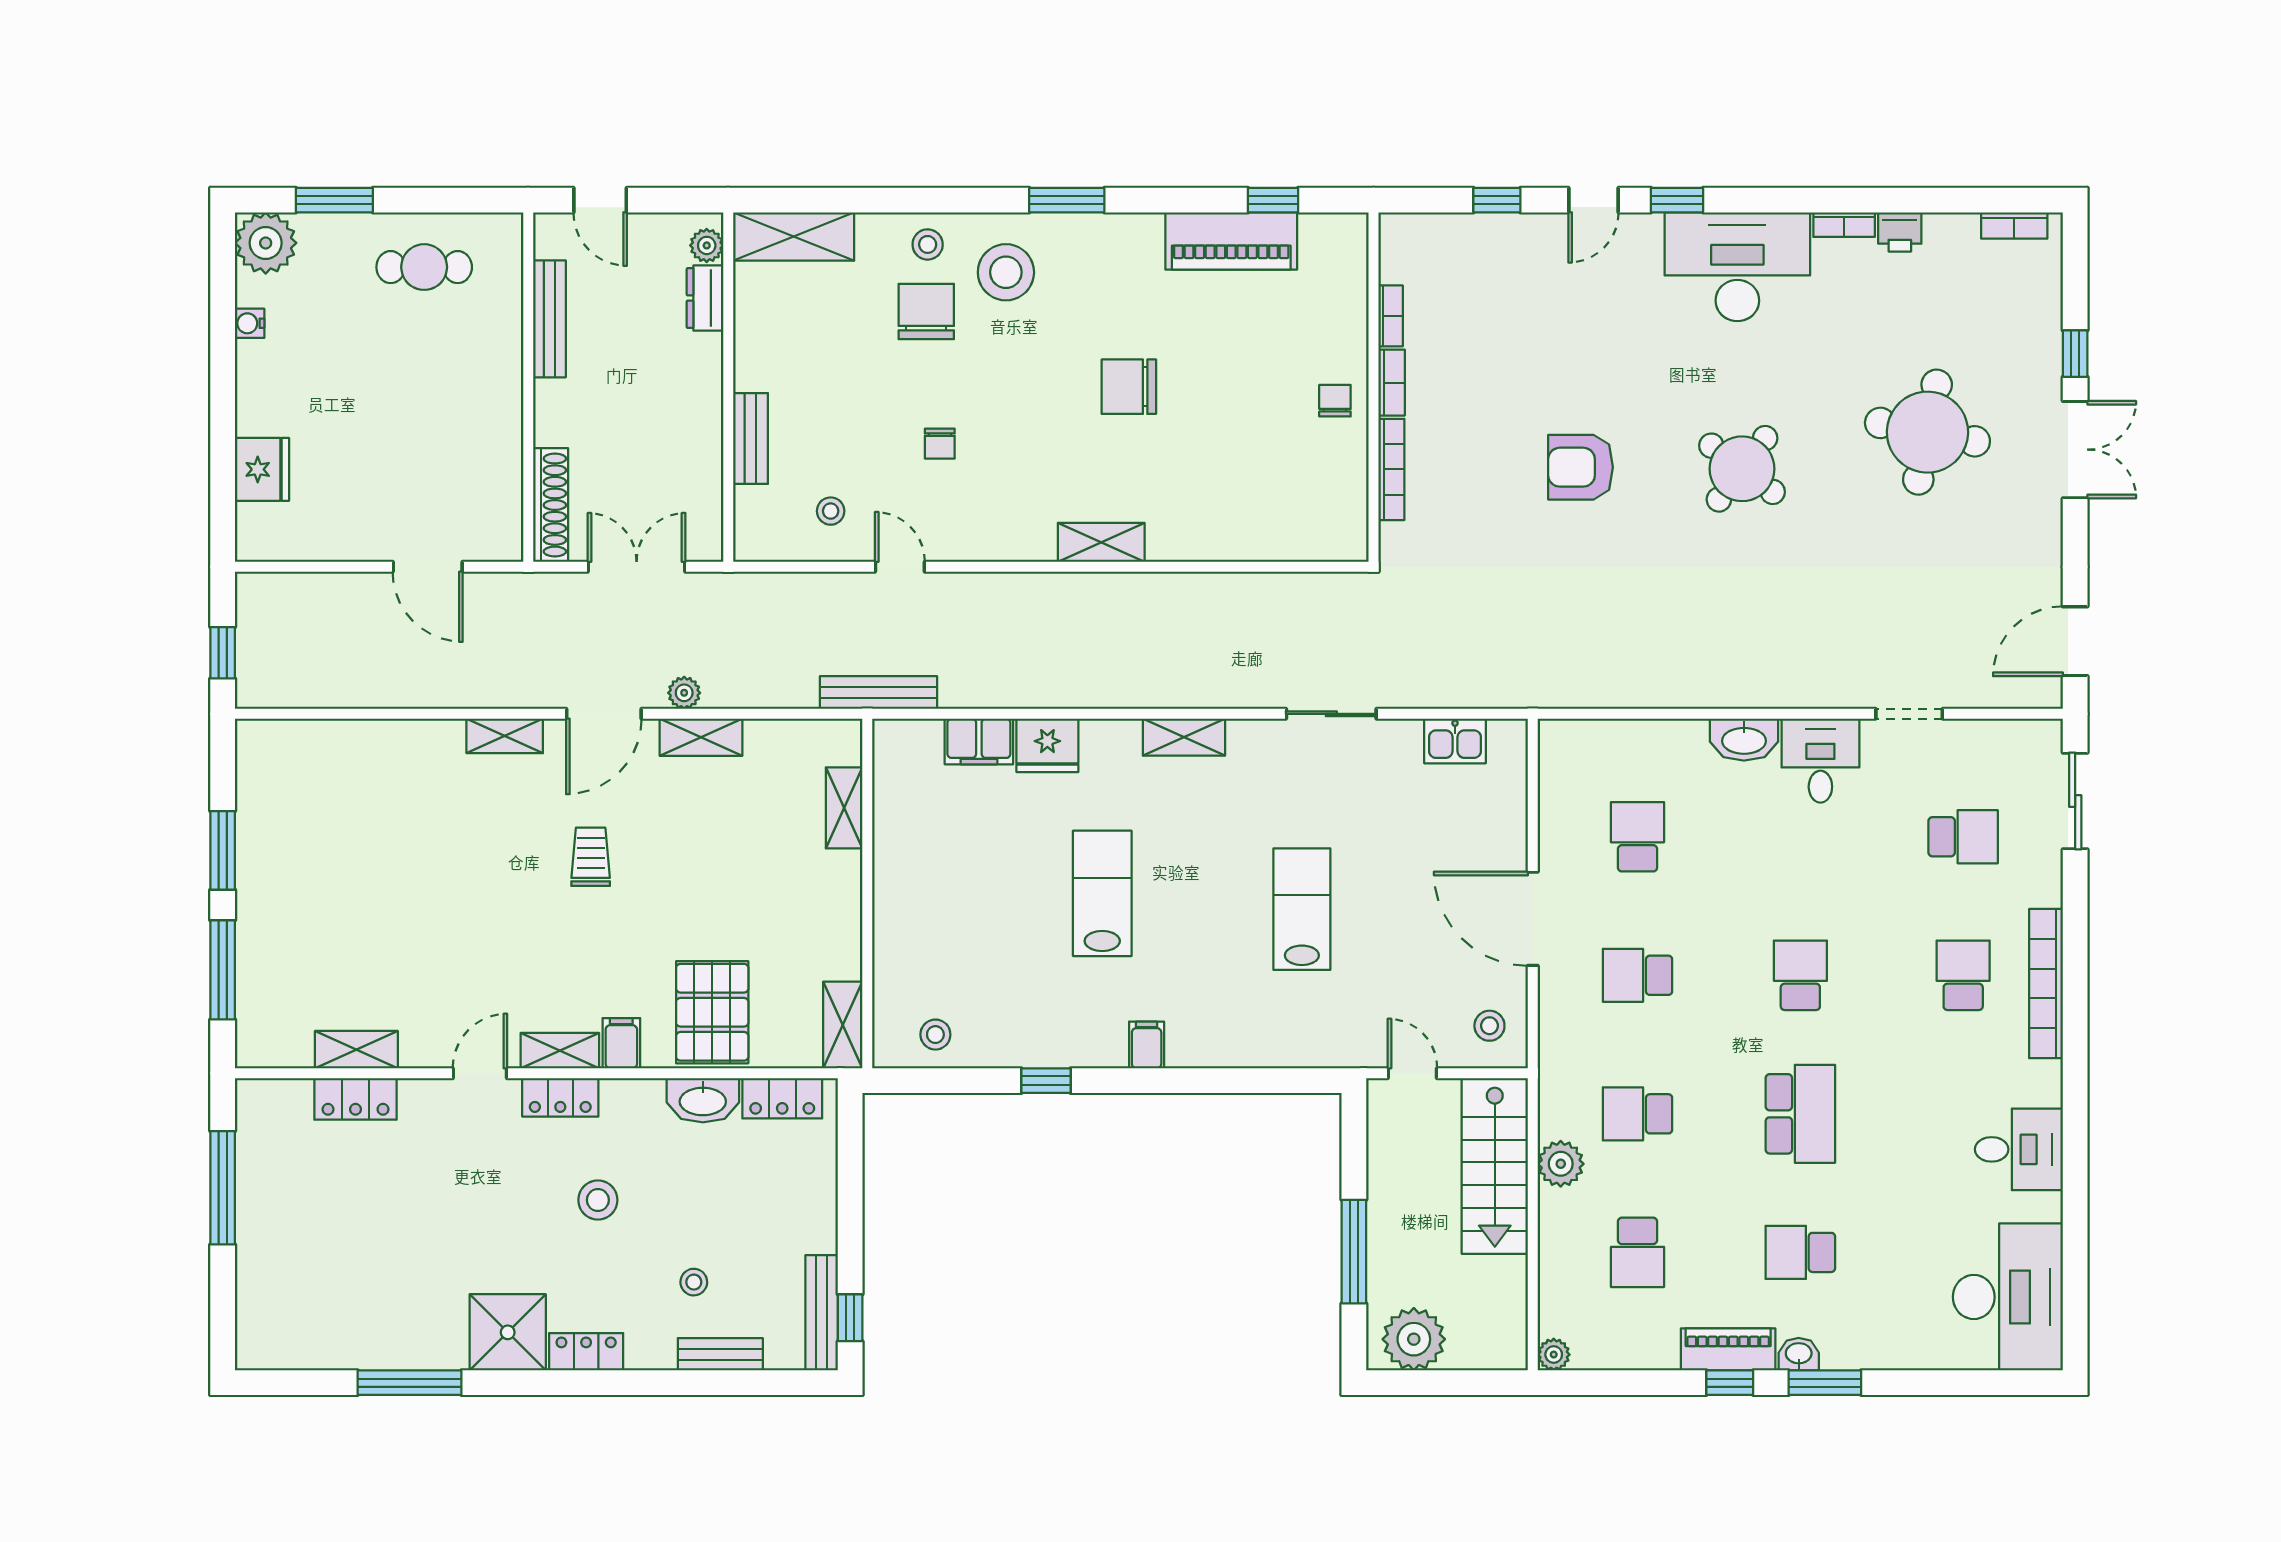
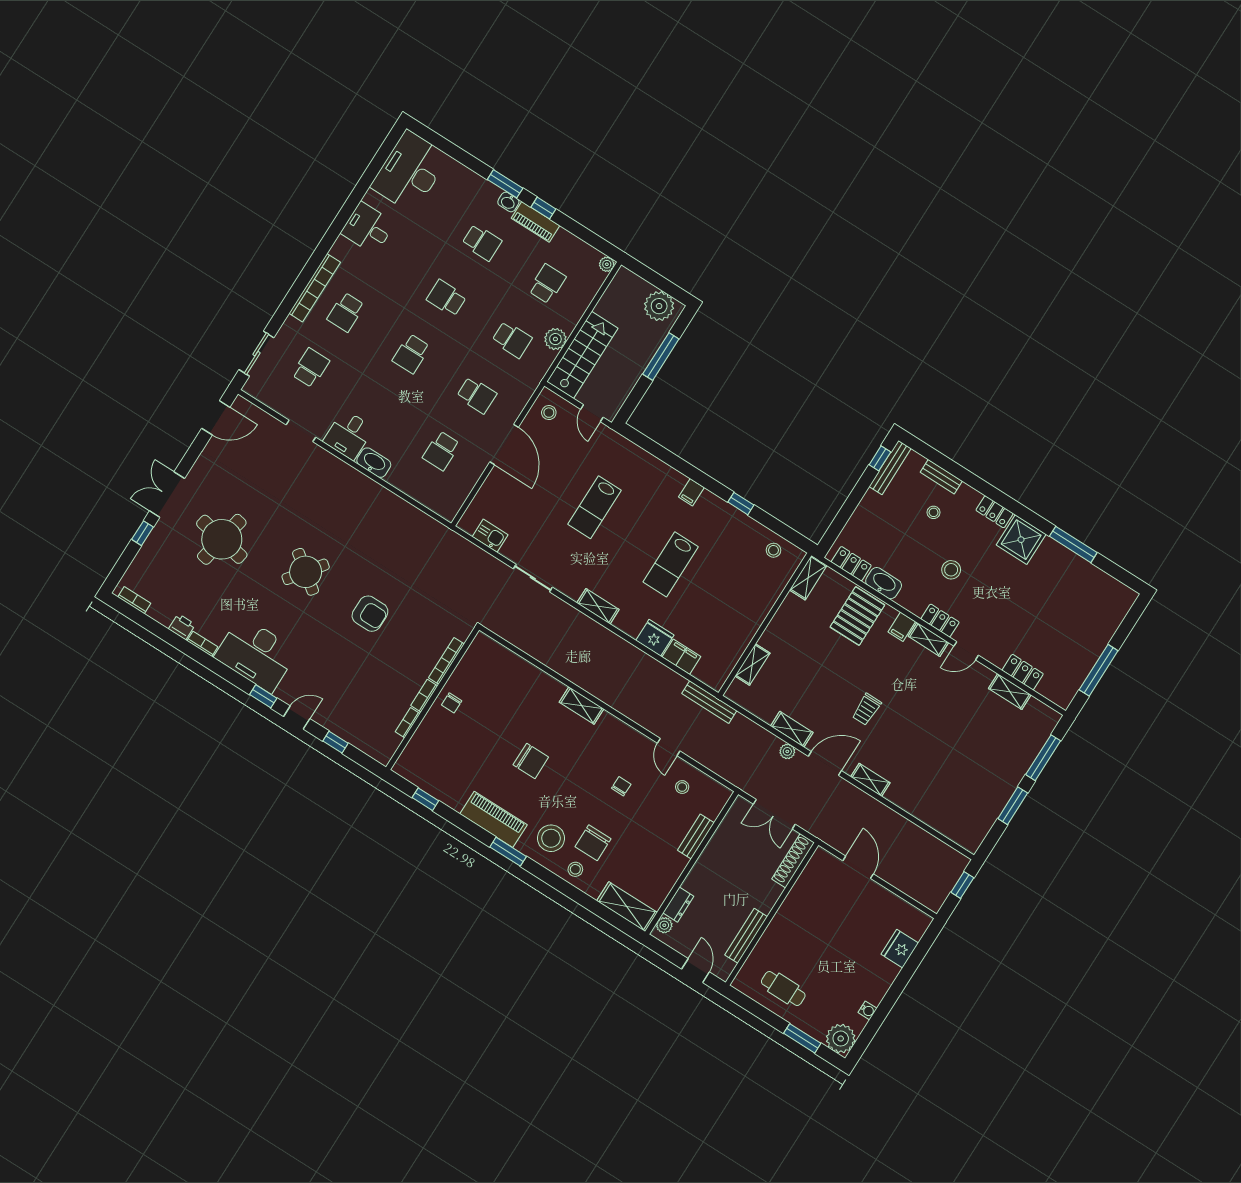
piano: (1231, 241) -> (494, 819), moved
school desk: (1963, 837) -> (311, 368), turned 90
school desk: (1800, 1114) -> (447, 298), width x0.54

